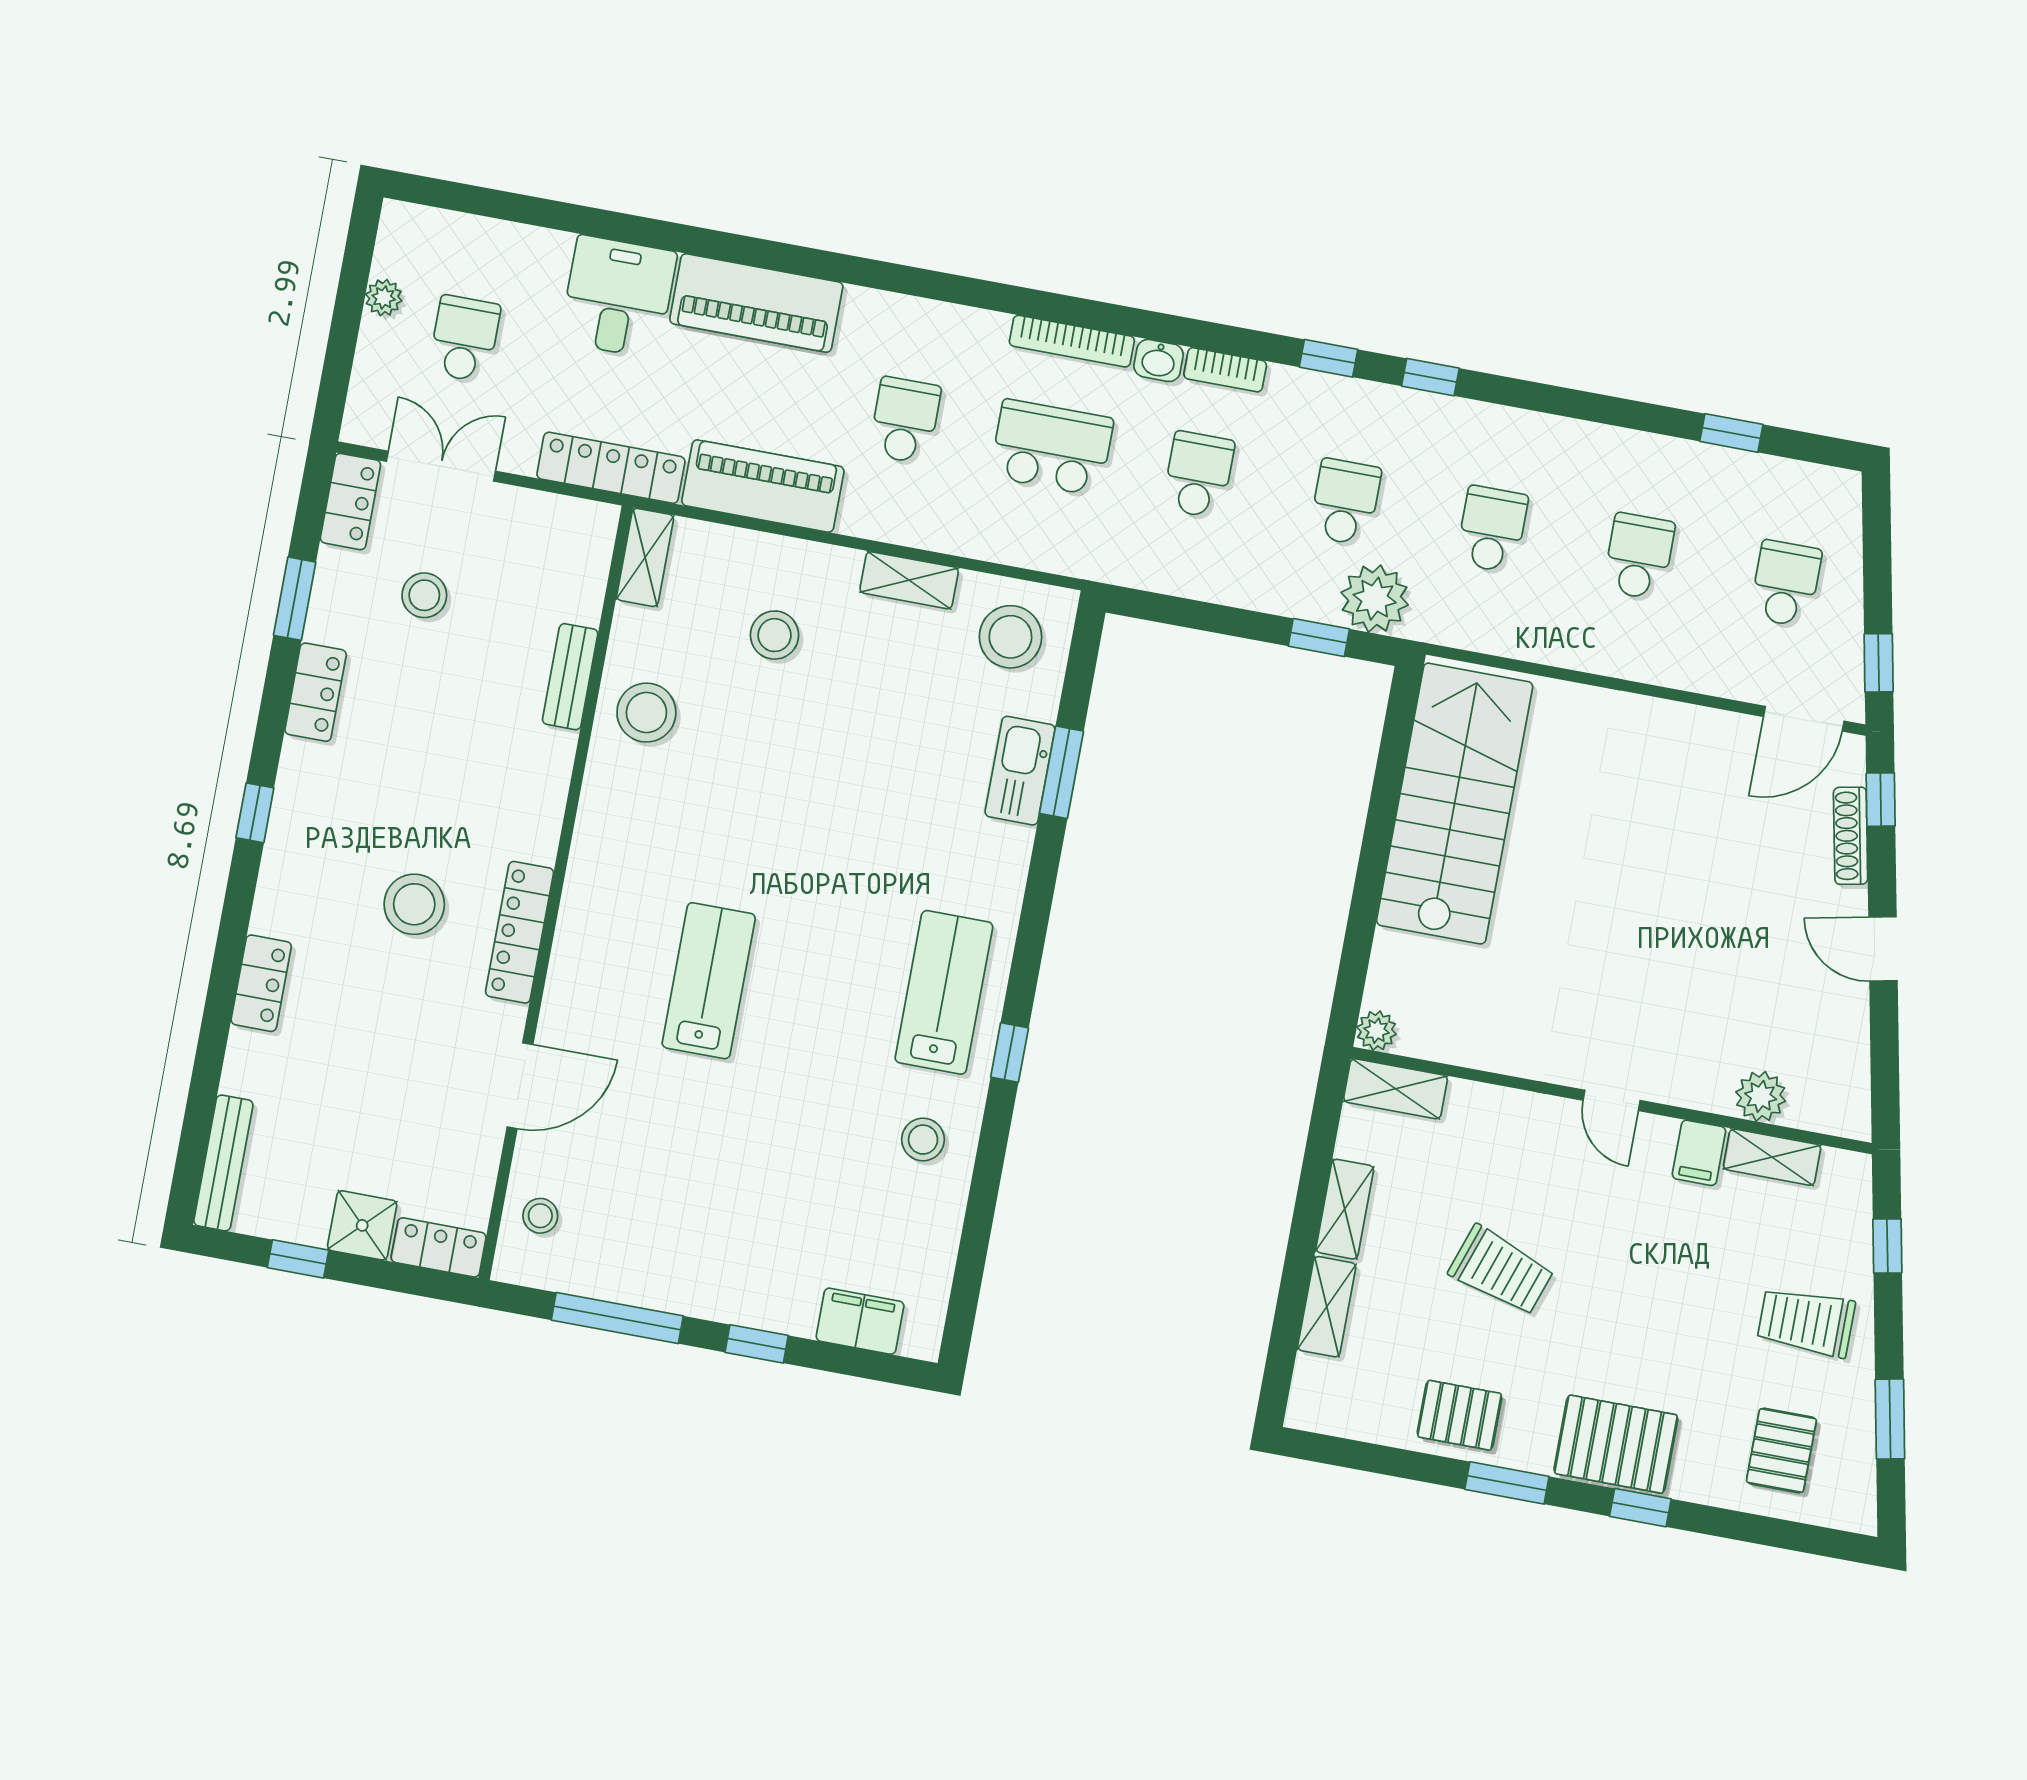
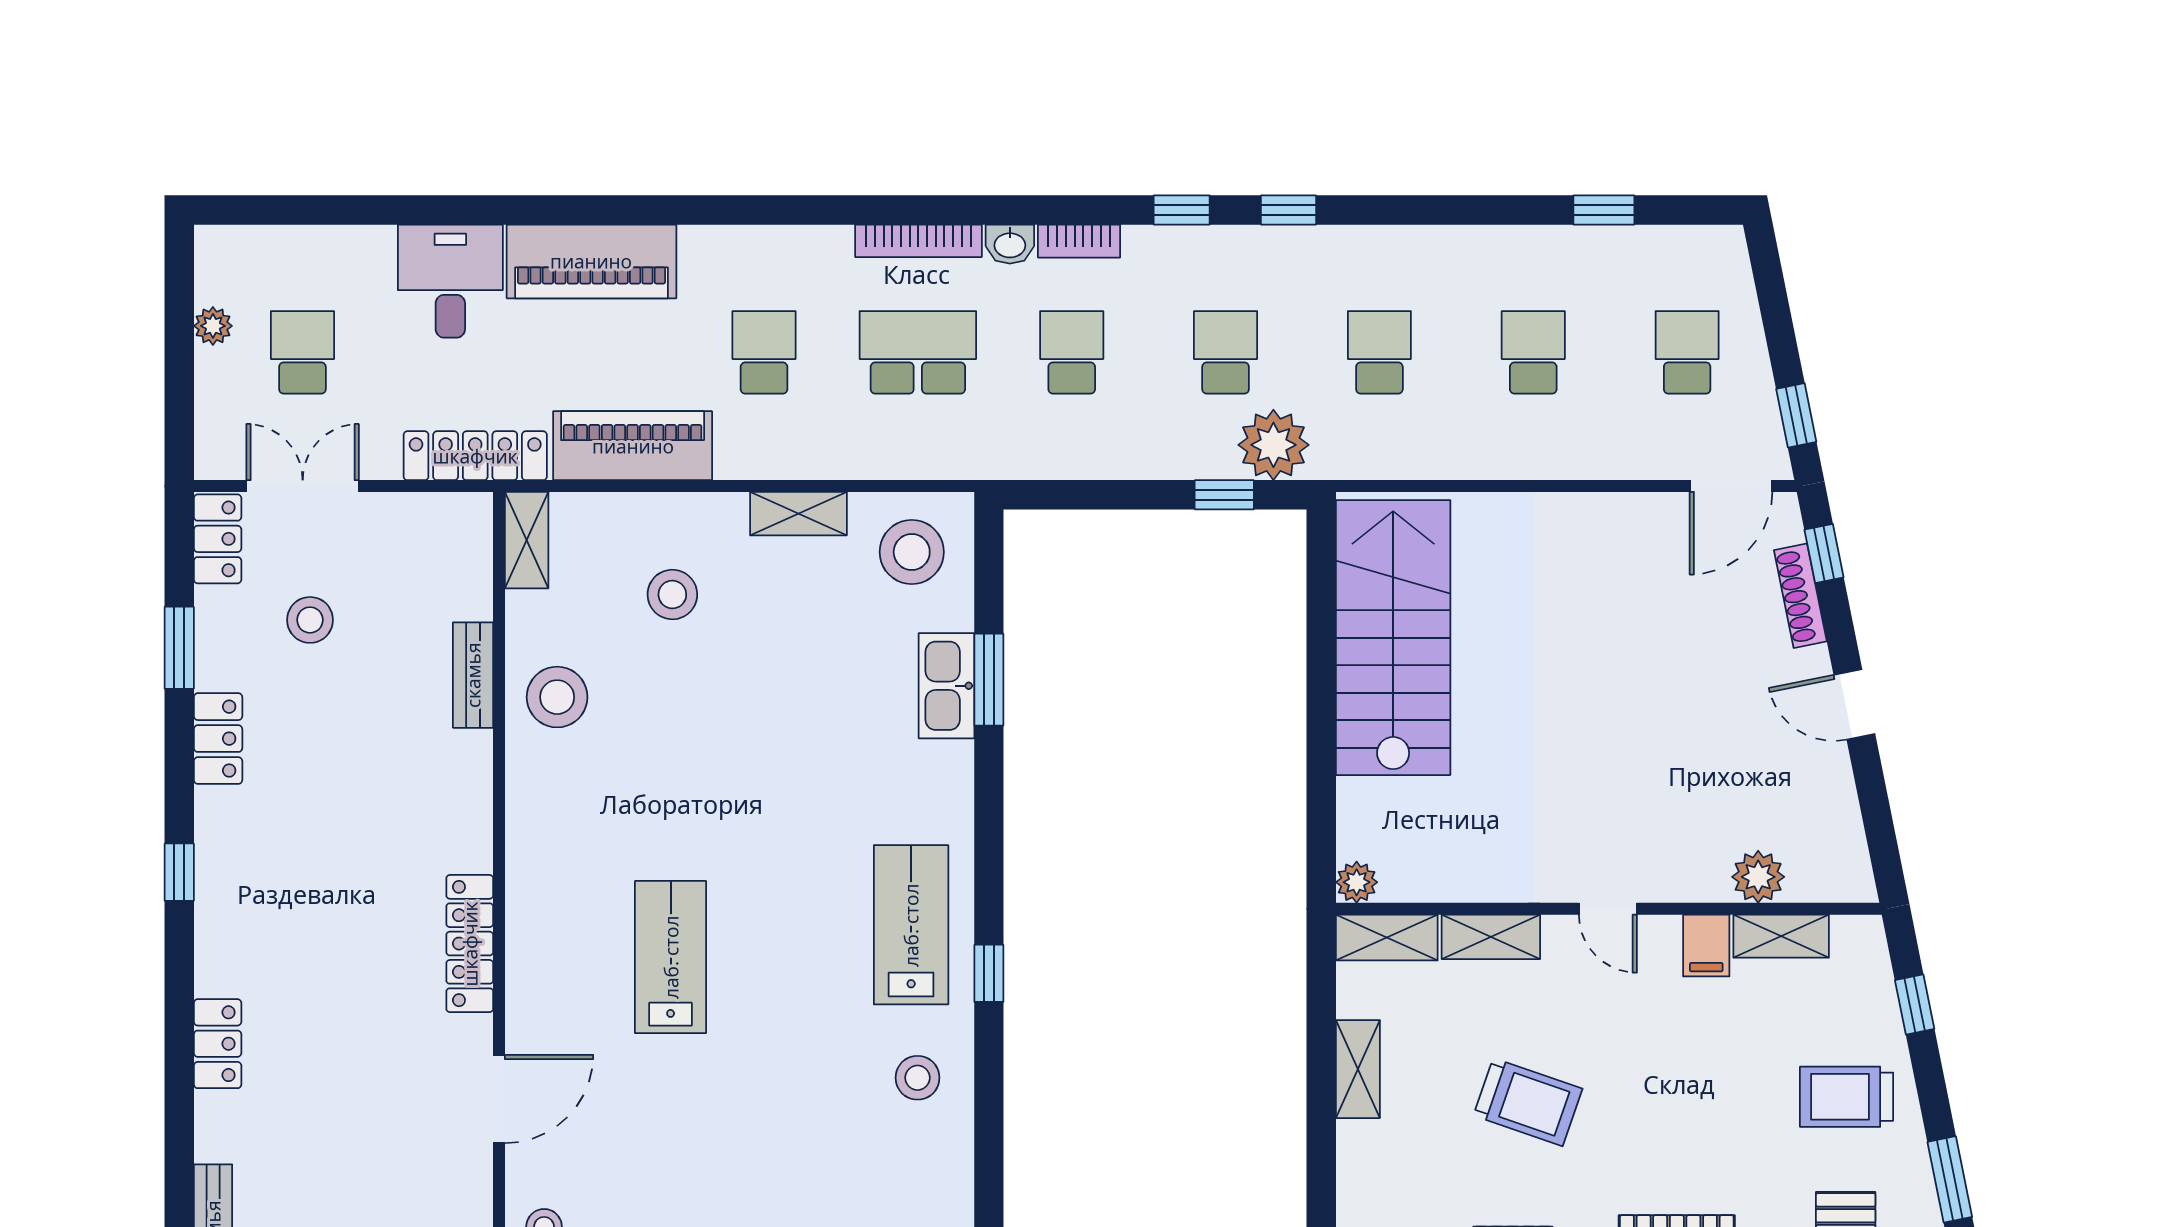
stool: (414, 904) -> (358, 935), removed
shelving: (1327, 1307) -> (1491, 937), moved, turned 90

